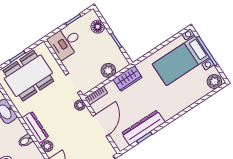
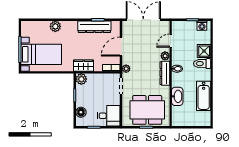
plant: (108, 70) -> (81, 79), moved
plant: (214, 81) -> (55, 26), moved

